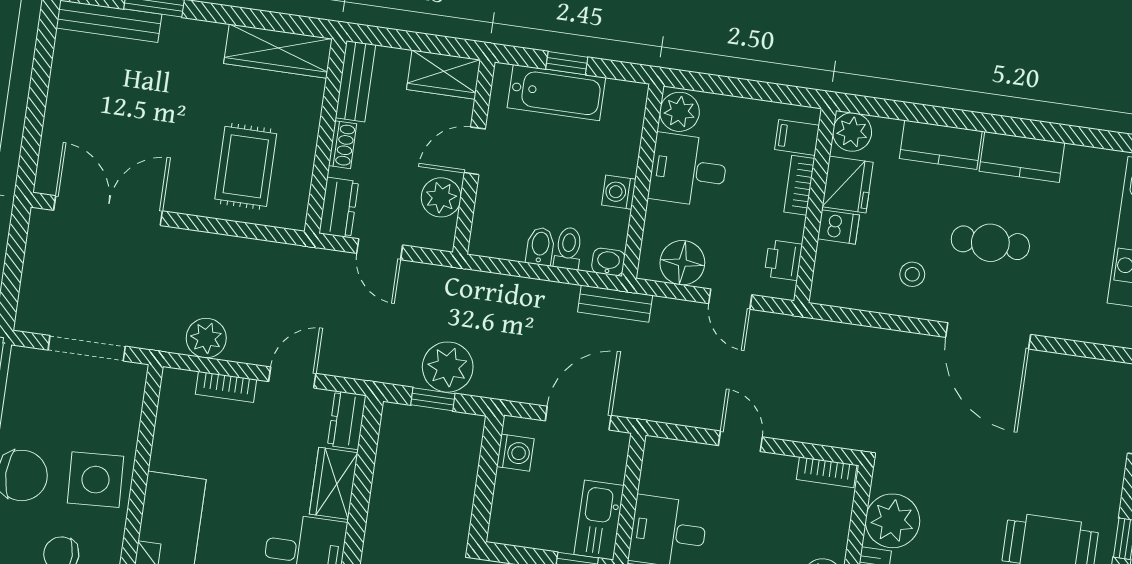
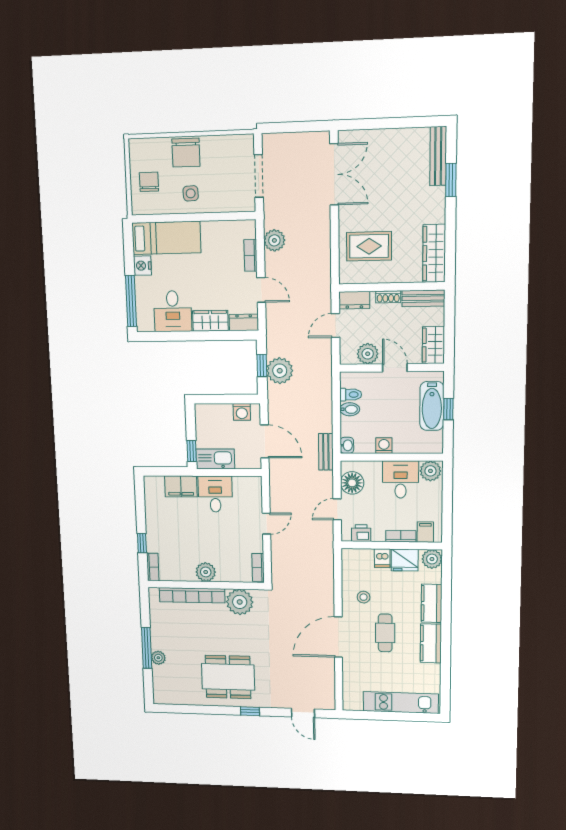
toilet: (568, 248) -> (351, 395), moved
side table: (96, 480) -> (191, 193), width x0.54, depth x0.54

